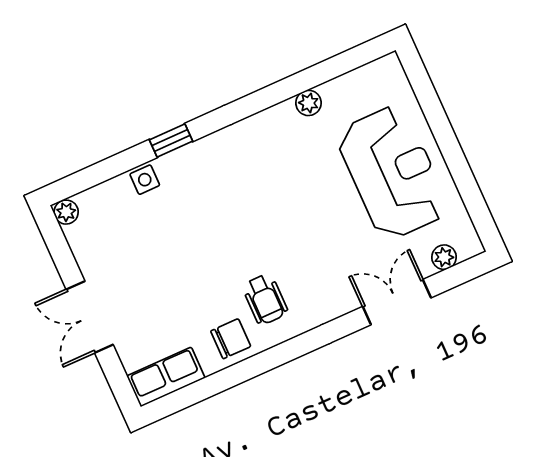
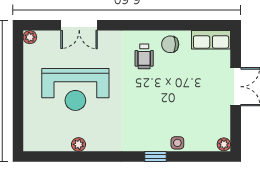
reception desk: (392, 172) -> (75, 89), moved, turned -90
plant: (444, 257) -> (30, 37), moved
wheelchair: (265, 299) -> (144, 56), turned 180

